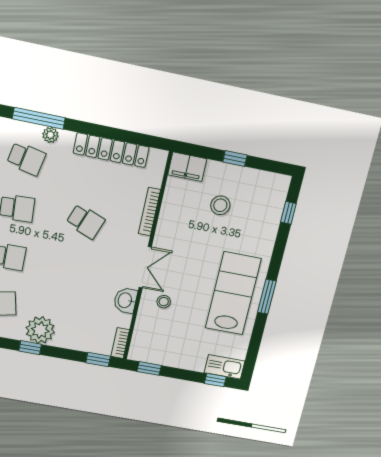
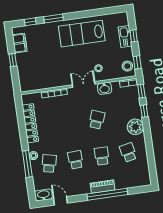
filing cabinet: (187, 167) -> (20, 43), moved
stool: (220, 205) -> (127, 66), moved
school desk: (85, 221) -> (97, 120), moved
window: (267, 297) -> (54, 19), moved
window: (30, 348) -> (144, 111), moved
kitchen sink: (225, 367) -> (125, 37), moved
window: (215, 380) -> (134, 36), moved

